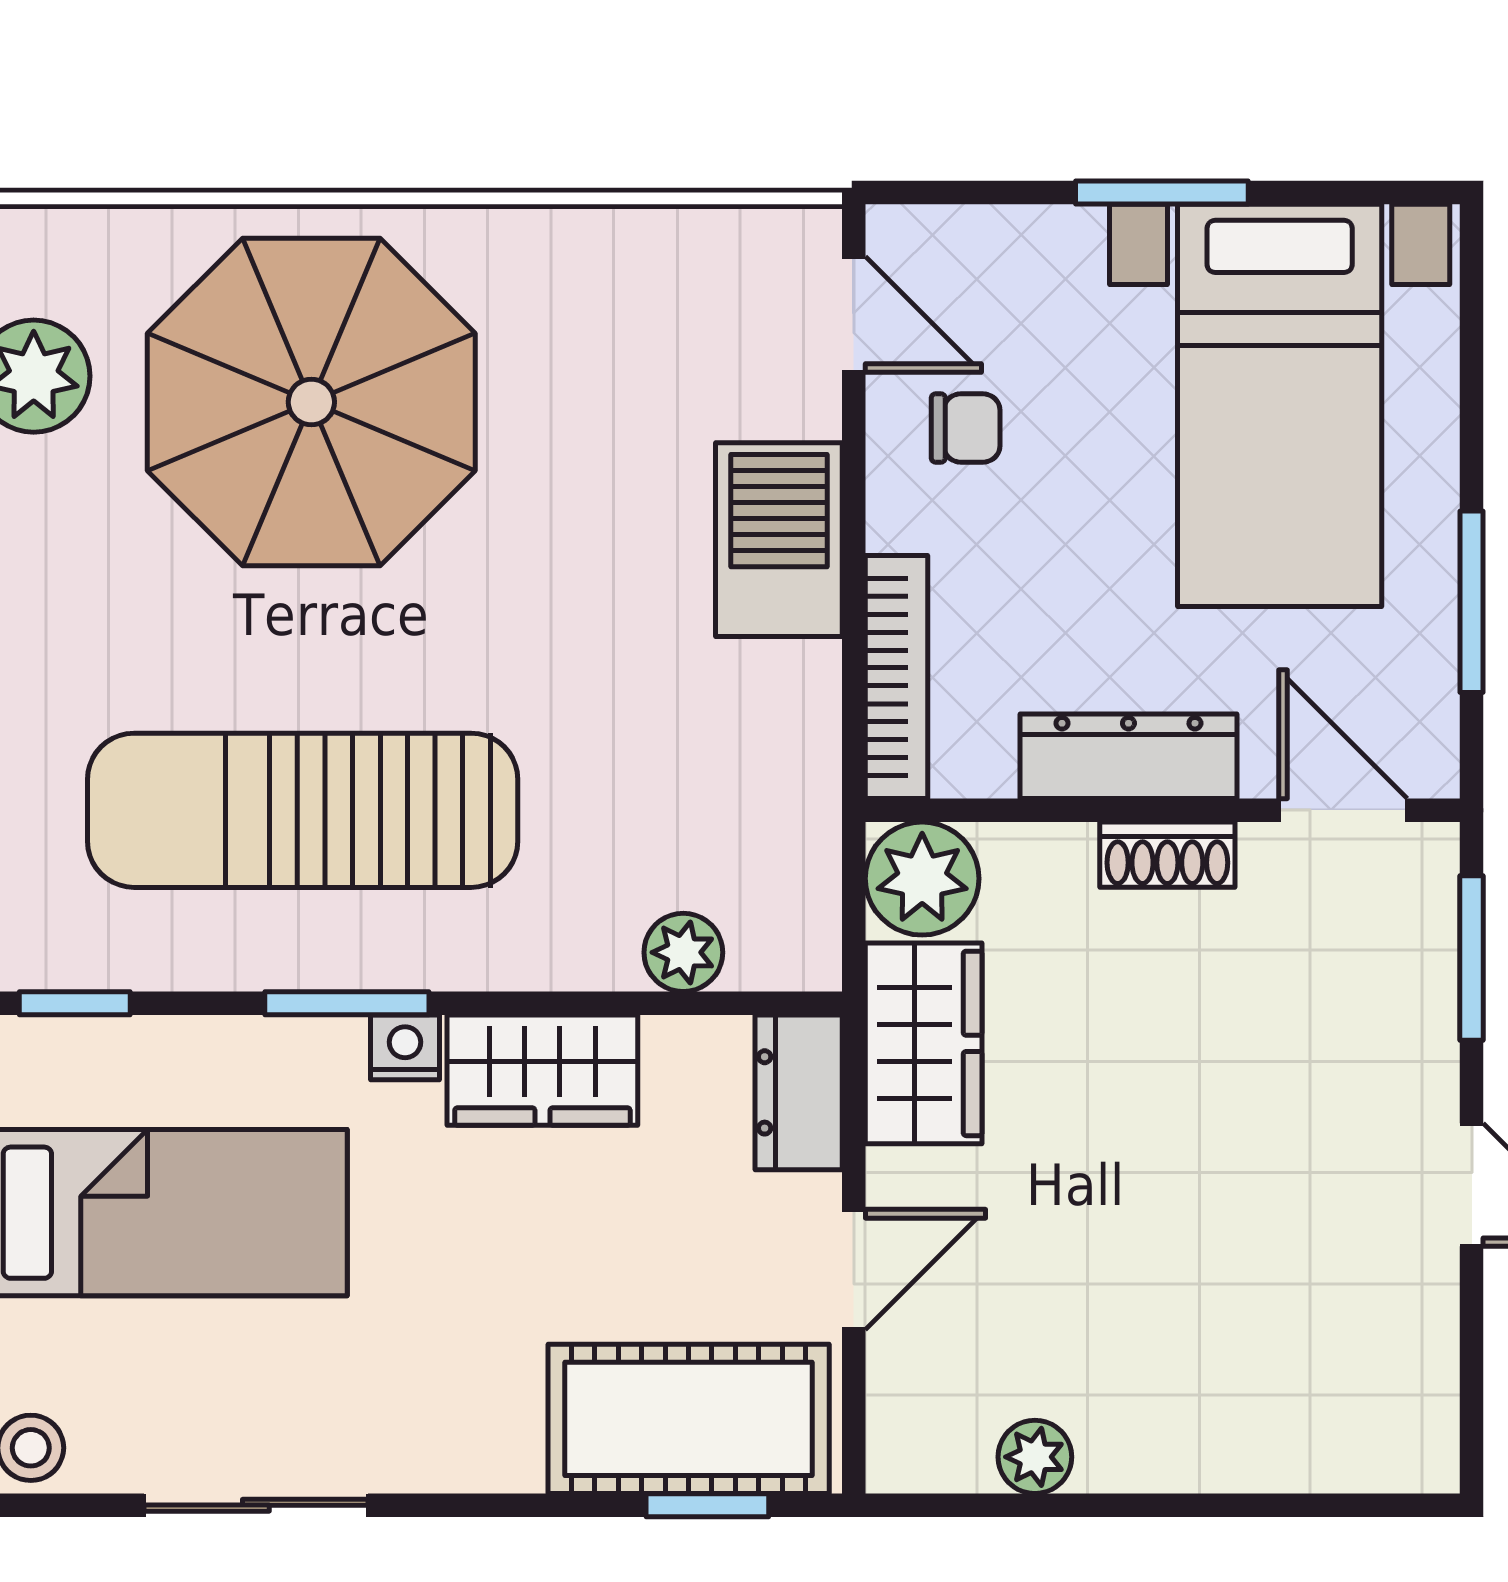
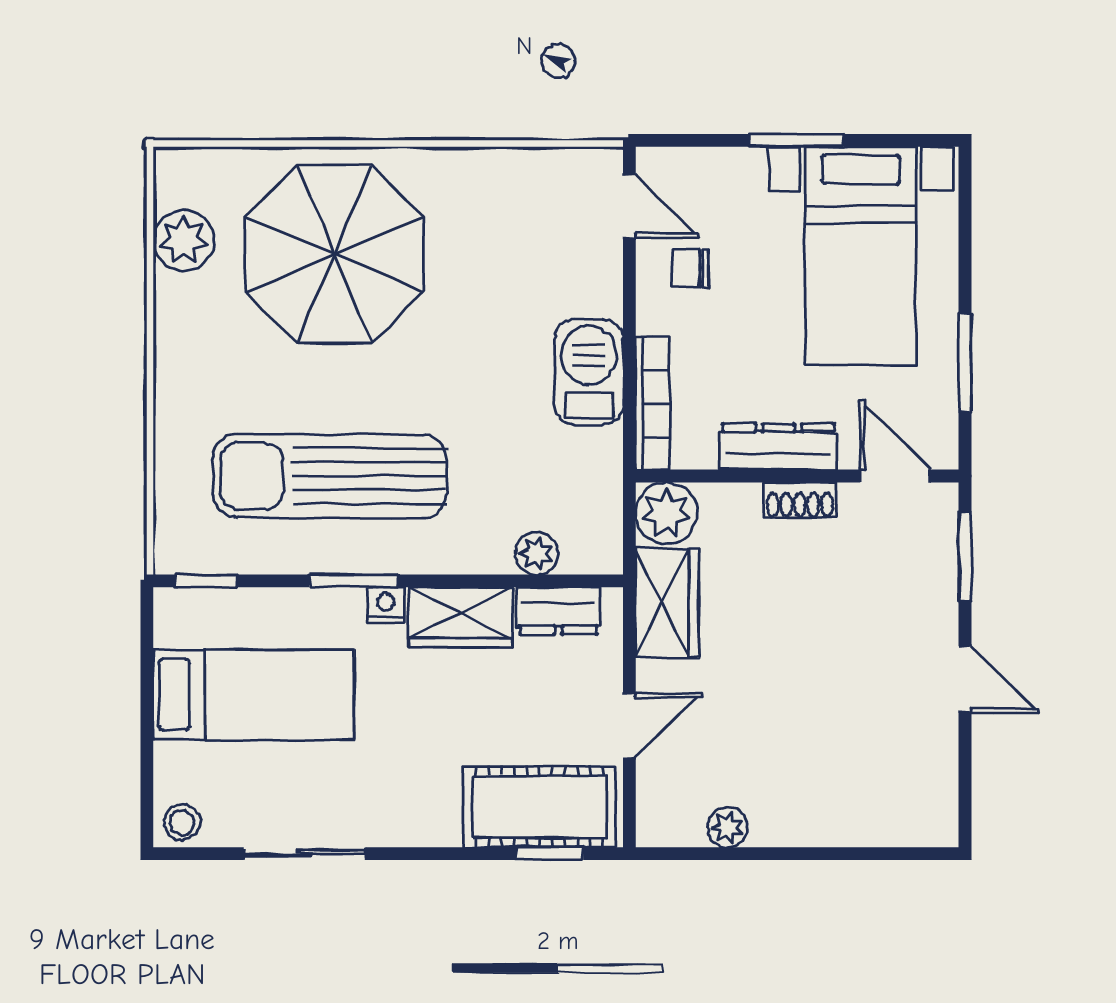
chair: (966, 428) -> (690, 268), turned 180
barbecue: (779, 540) -> (589, 372), moved
dresser: (799, 1092) -> (558, 611), moved, turned -90

